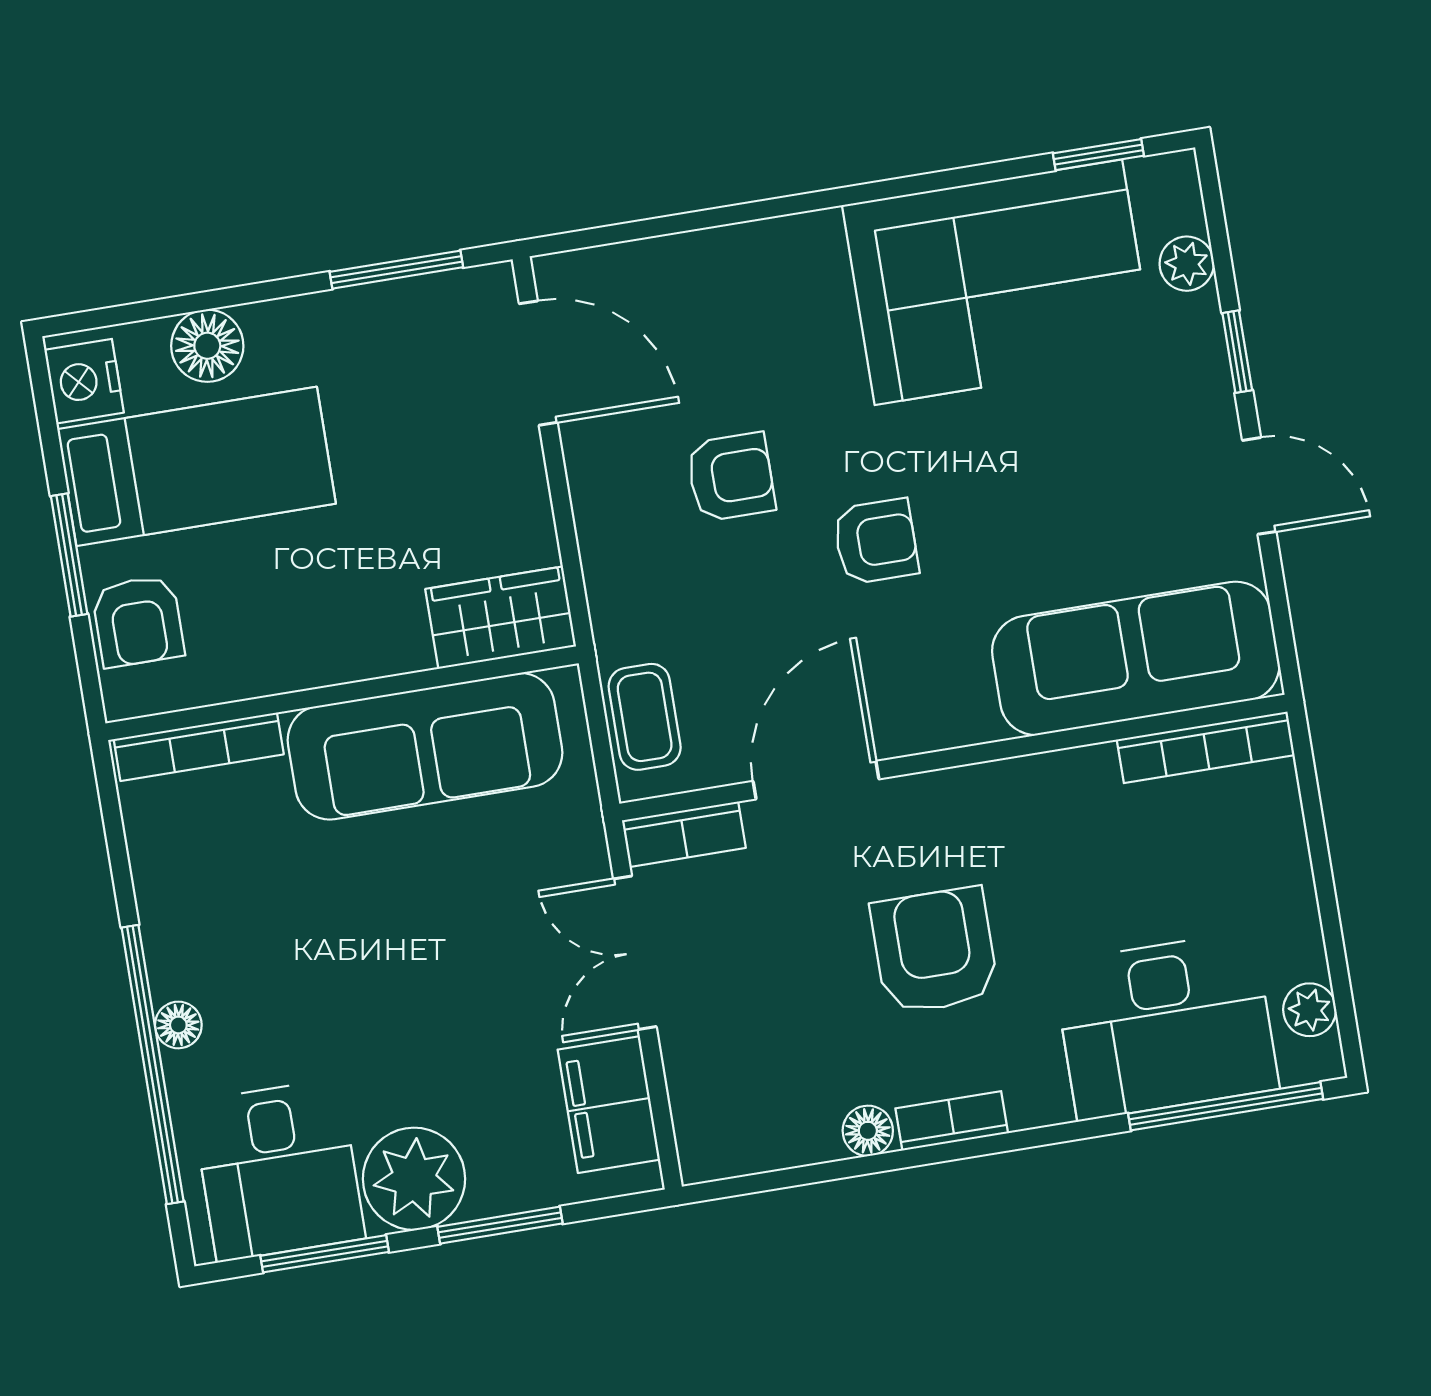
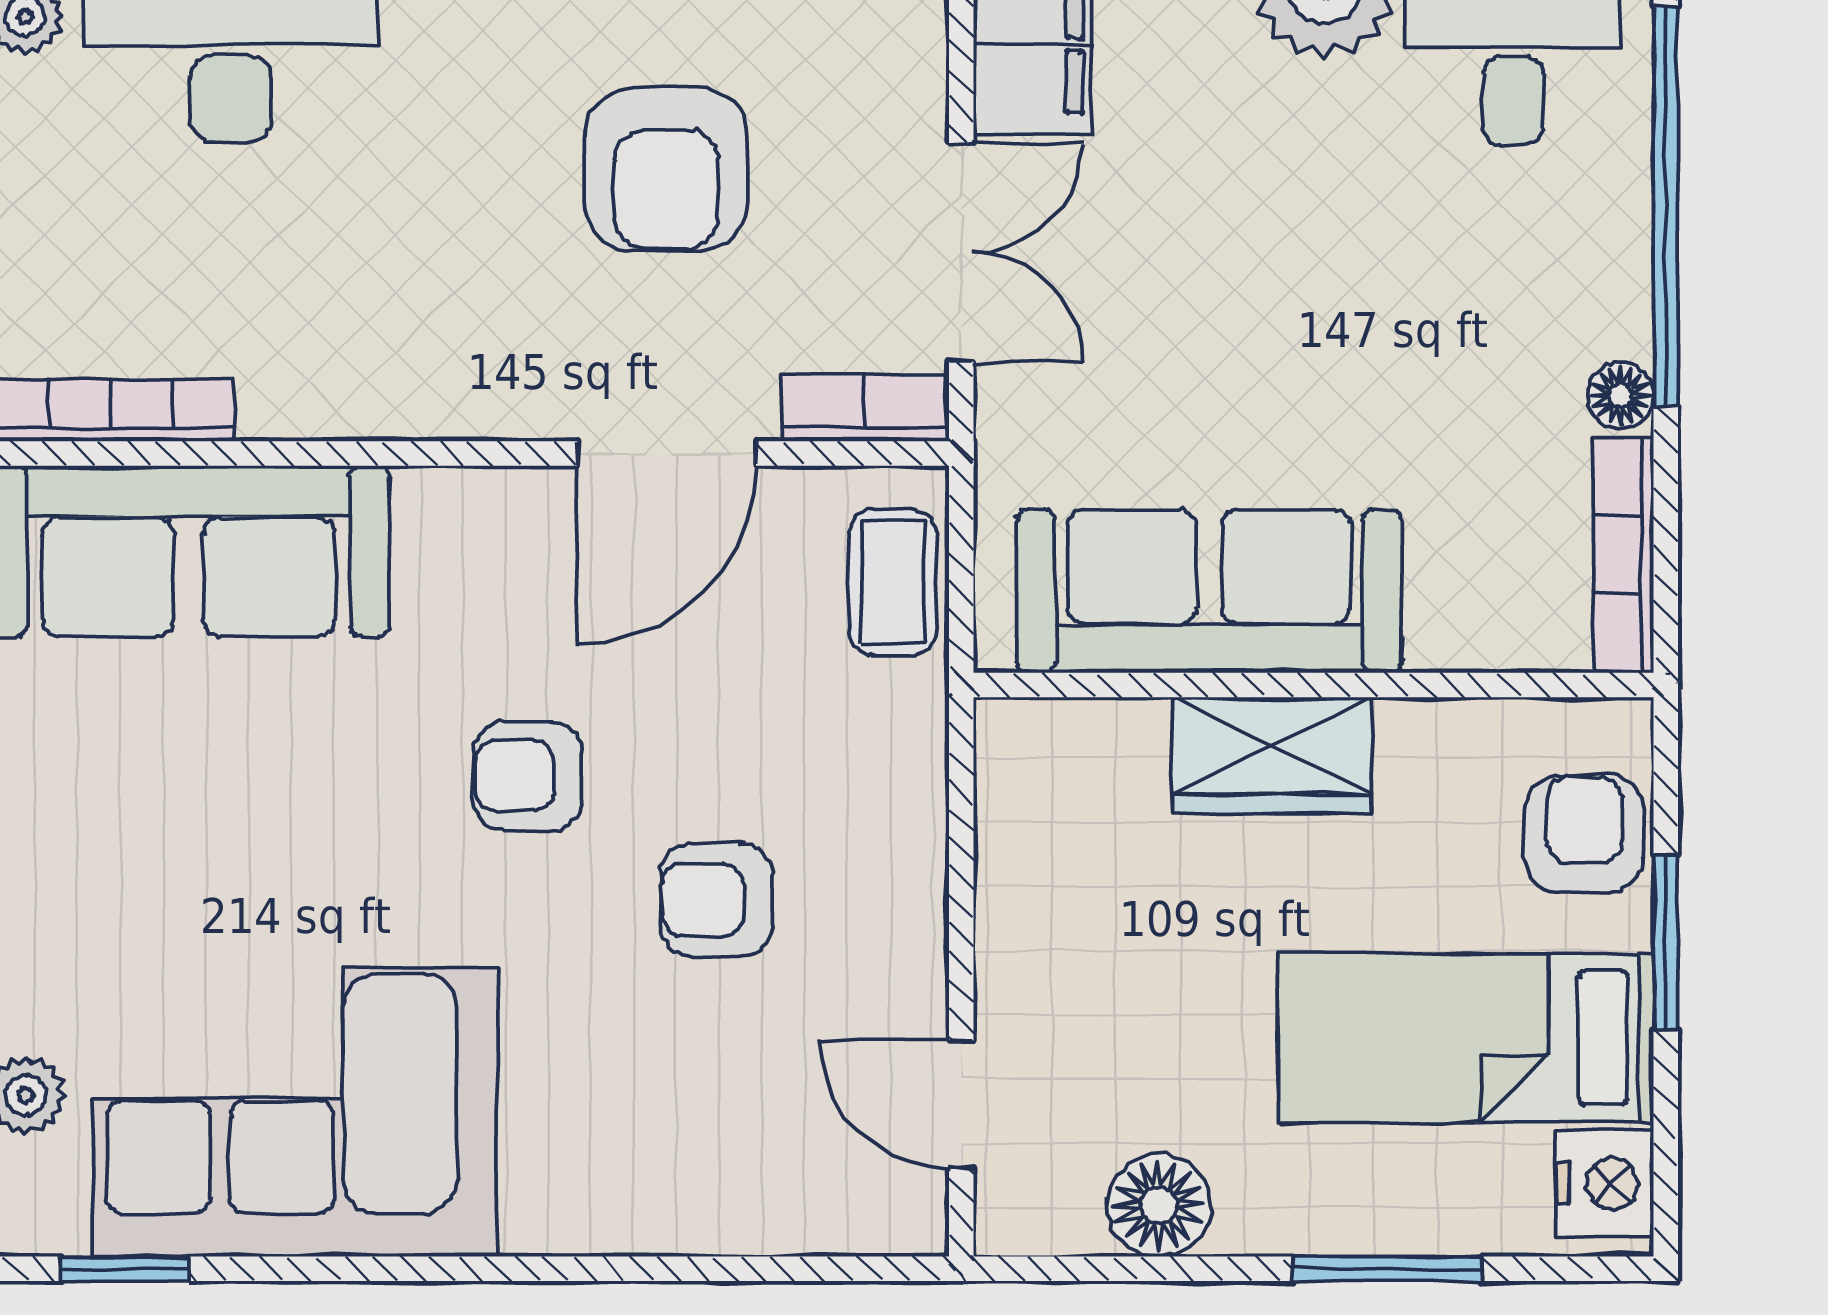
window: (396, 270) -> (1387, 1269), moved
floor lamp: (207, 346) -> (1159, 1205), moved
door: (538, 363) -> (961, 1104), width x0.73
wardrobe: (501, 618) -> (1272, 755), moved
bookcase: (199, 747) -> (1623, 555), moved, turned -90
armchair: (934, 951) -> (666, 169), moved
floor lamp: (178, 1025) -> (1620, 395), moved

